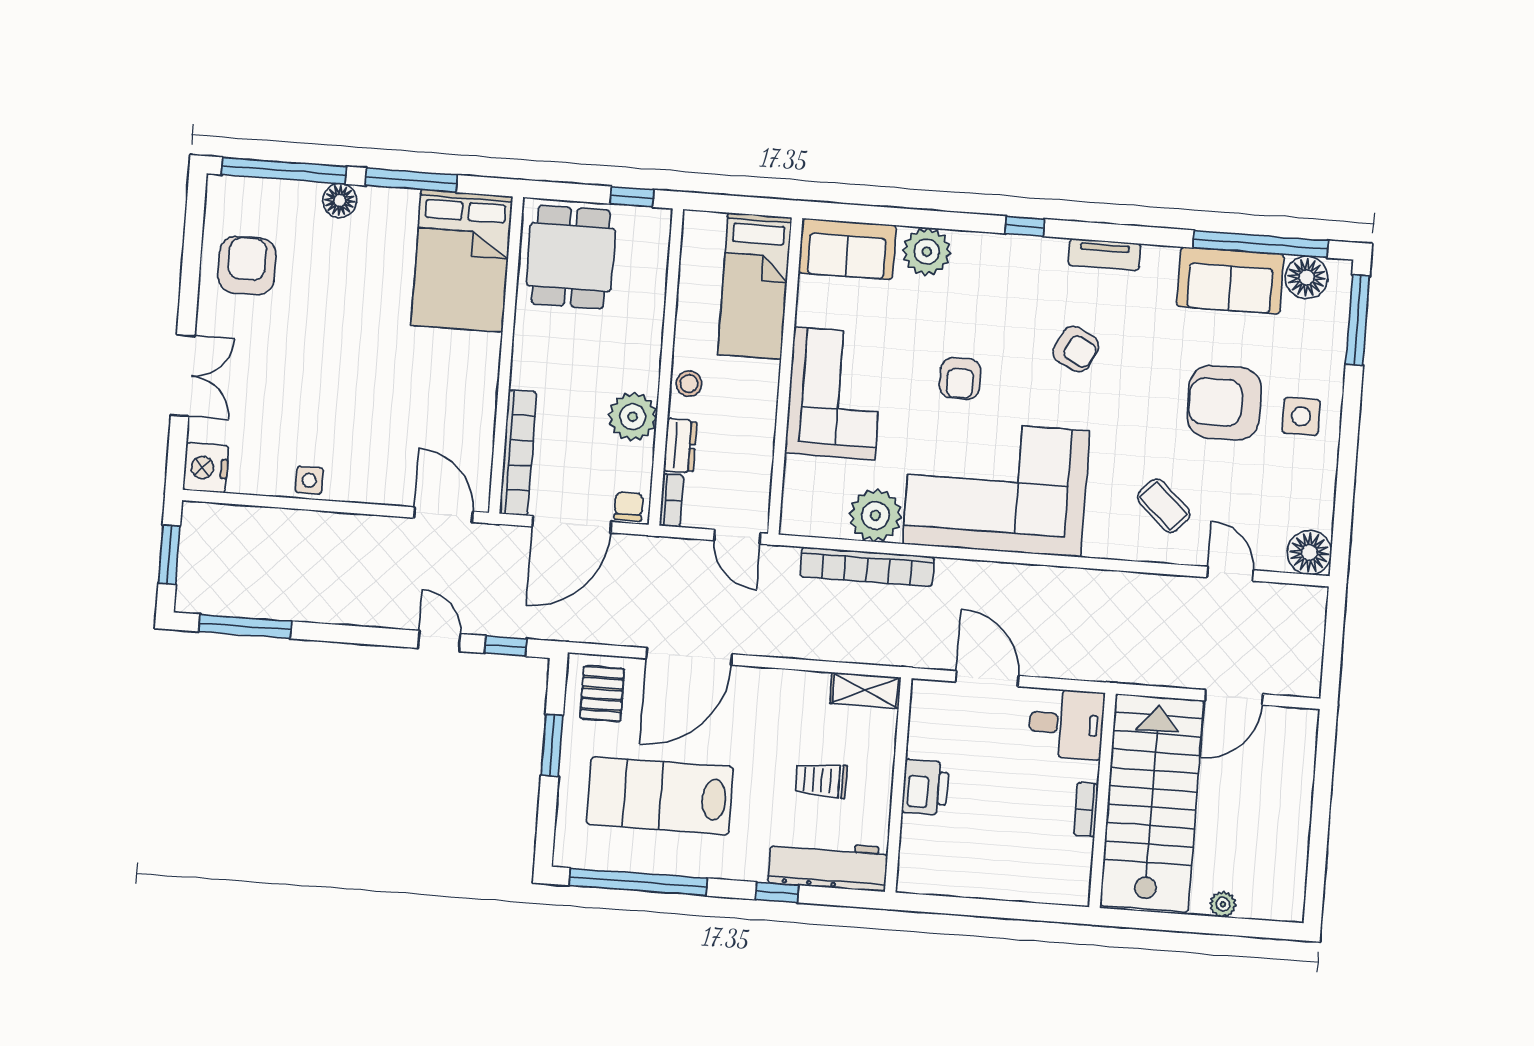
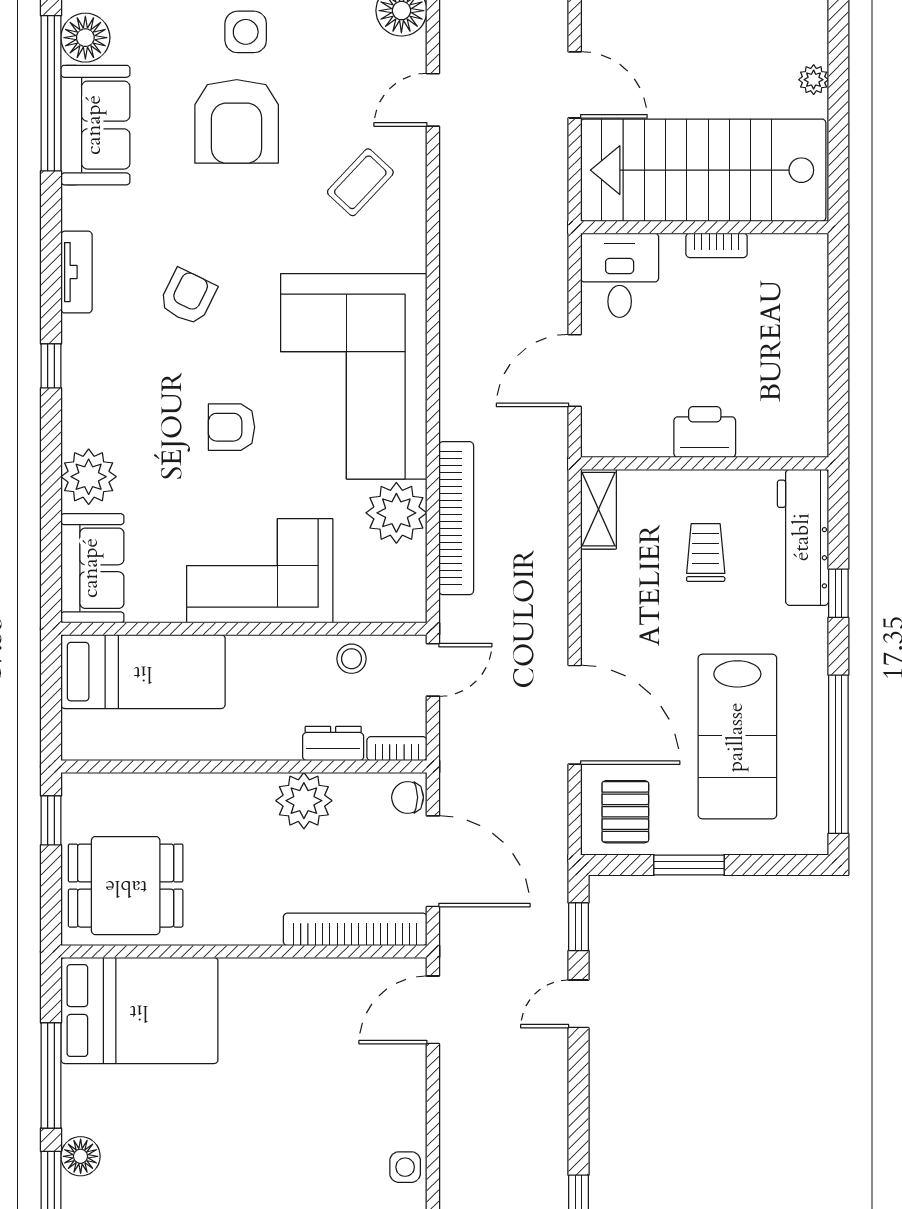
armchair: (960, 378) -> (232, 427), turned 180
stool: (689, 384) -> (351, 659), moved
pallet: (602, 694) -> (625, 812), turned 90
trolley: (821, 780) -> (706, 553), turned 180

